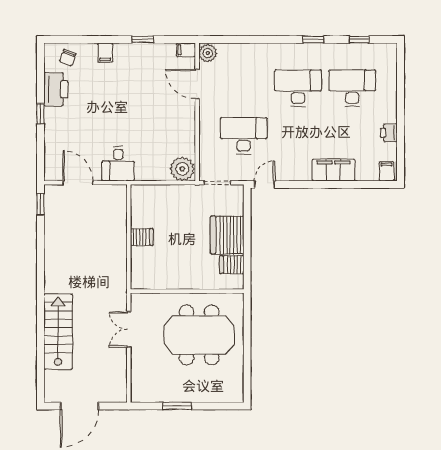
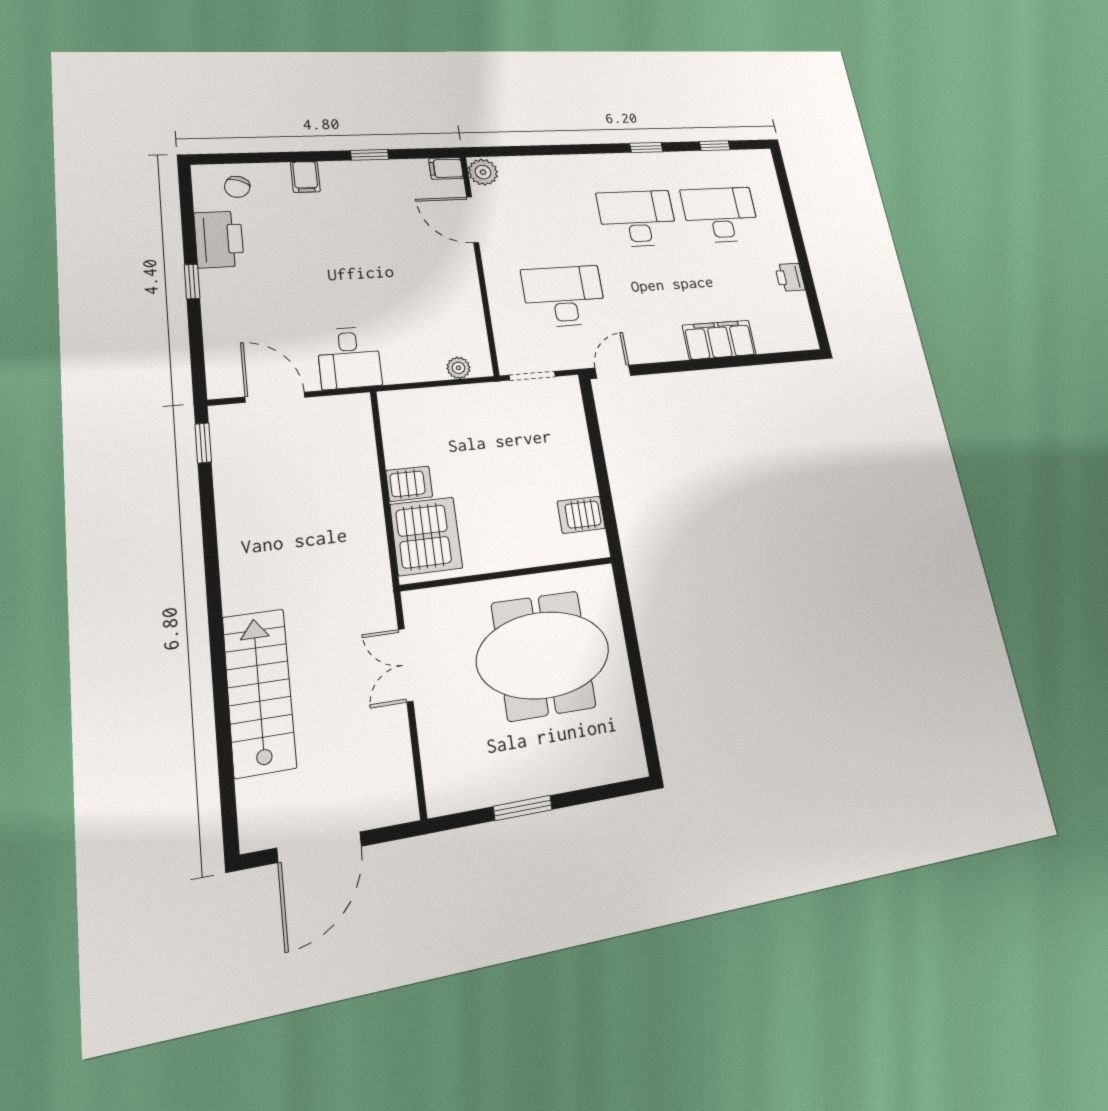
plant: (182, 169) -> (458, 368), width x0.53, depth x0.53
filing cabinet: (387, 171) -> (801, 335), removed
server rack: (227, 235) -> (426, 536), moved, turned 180

